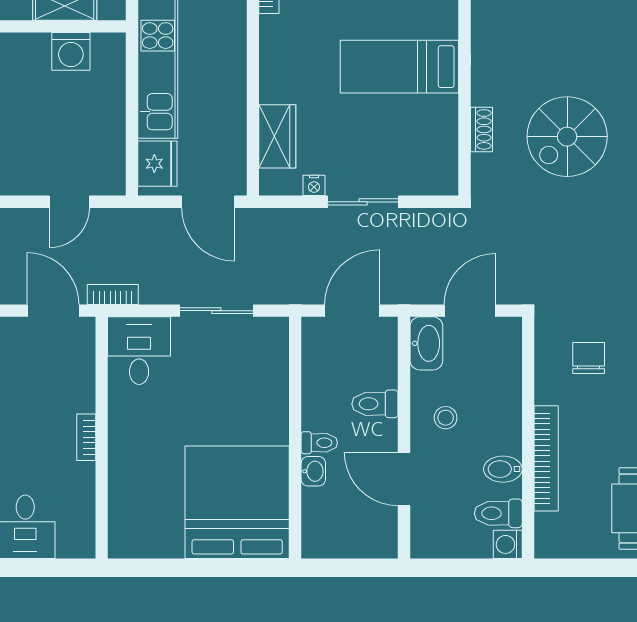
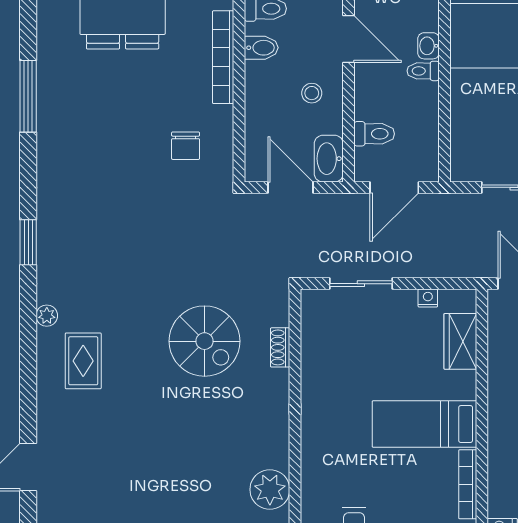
bed: (399, 67) -> (424, 424), moved, turned 180
spiral stairs: (567, 137) -> (205, 341), turned 90
sliding door: (363, 202) -> (361, 284), moved
door: (470, 311) -> (290, 187), swing flipped
toilet: (375, 404) -> (374, 134), moved

